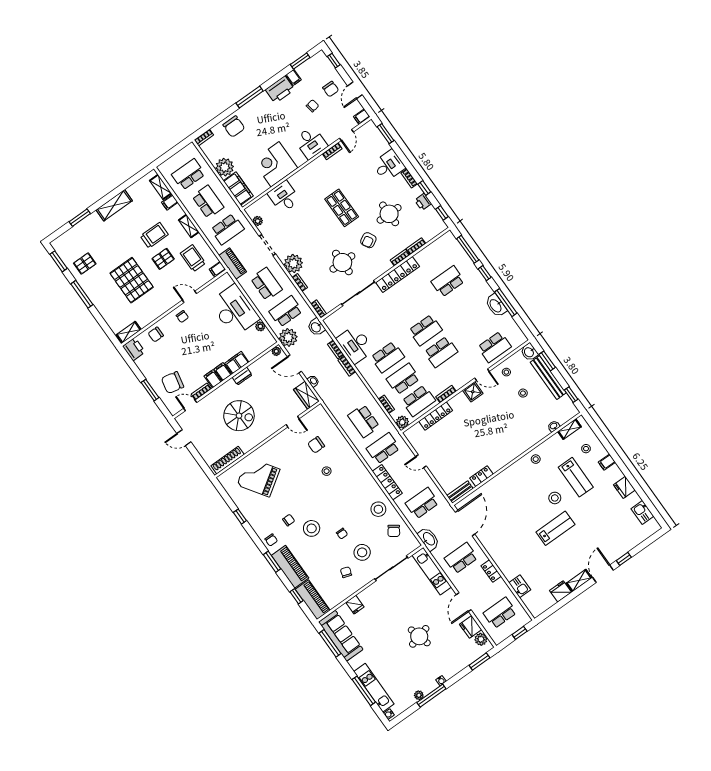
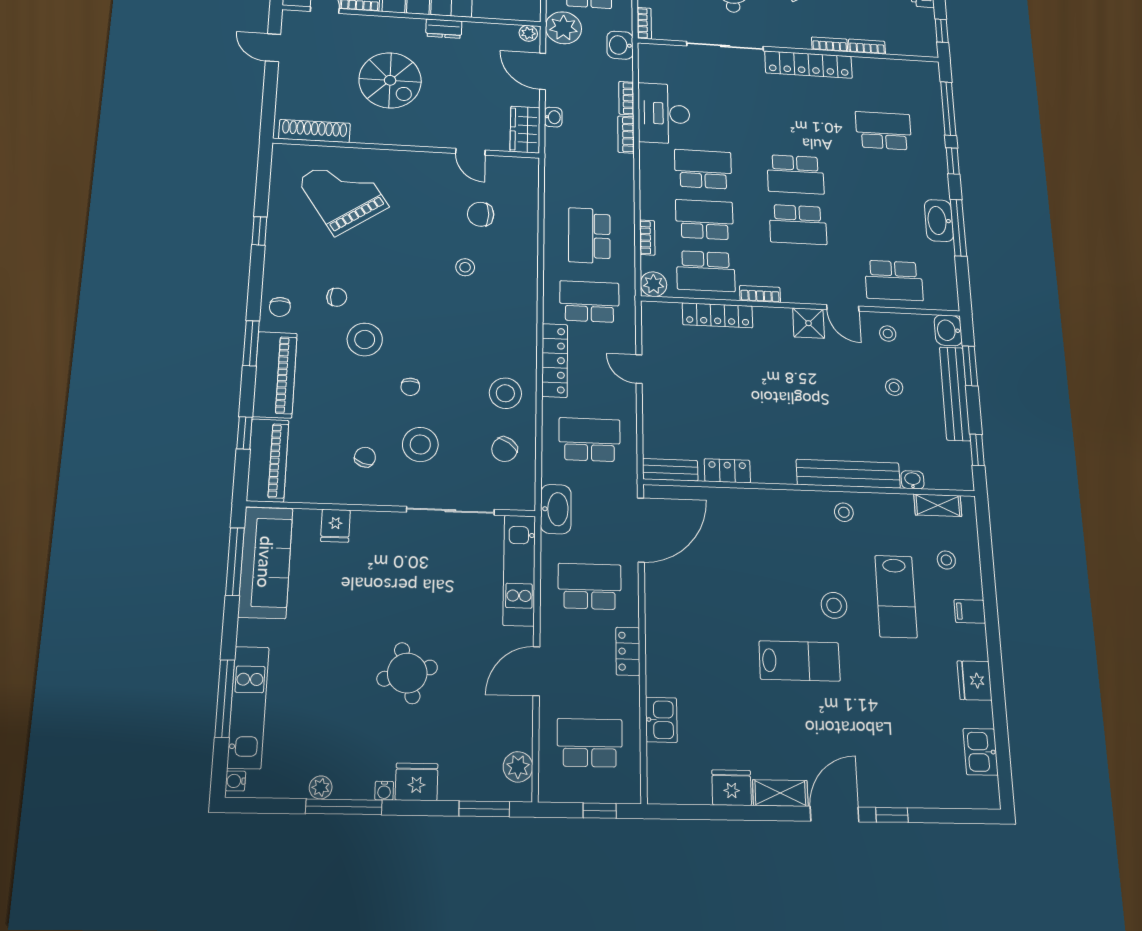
school desk: (388, 357) -> (703, 169), turned 180
bench: (528, 442) -> (848, 474), added
fridge: (471, 627) -> (417, 782), moved, turned 90

